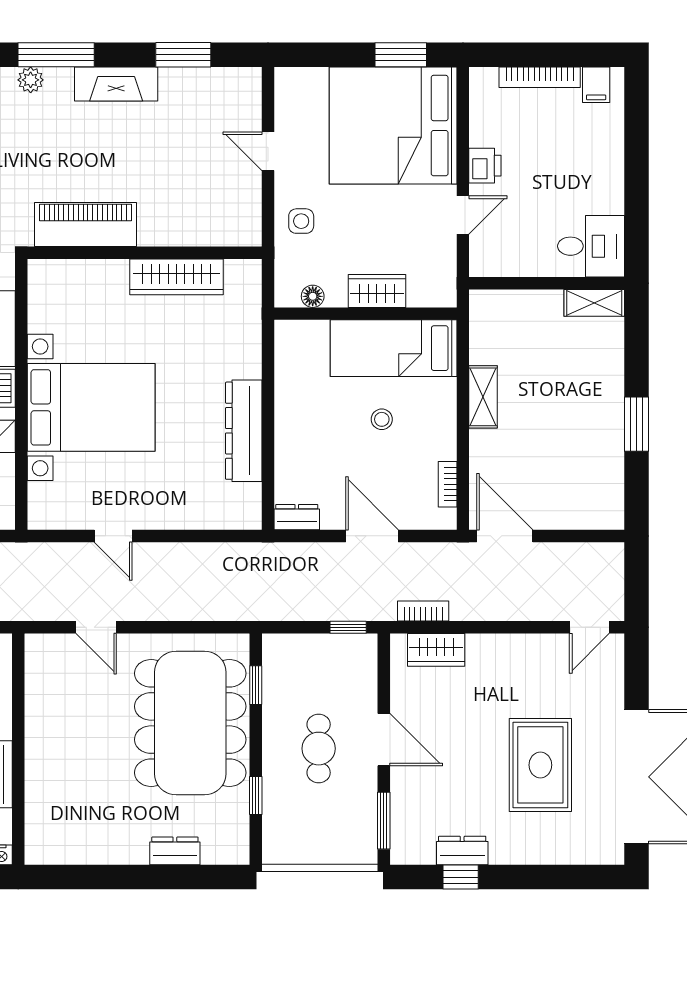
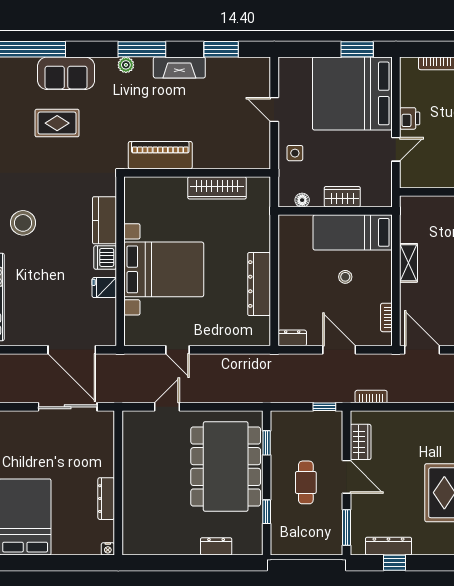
door: (96, 627) -> (167, 407), swing flipped
wardrobe: (436, 650) -> (361, 442), moved, turned -90
dresser: (462, 850) -> (388, 546), width x1.44

